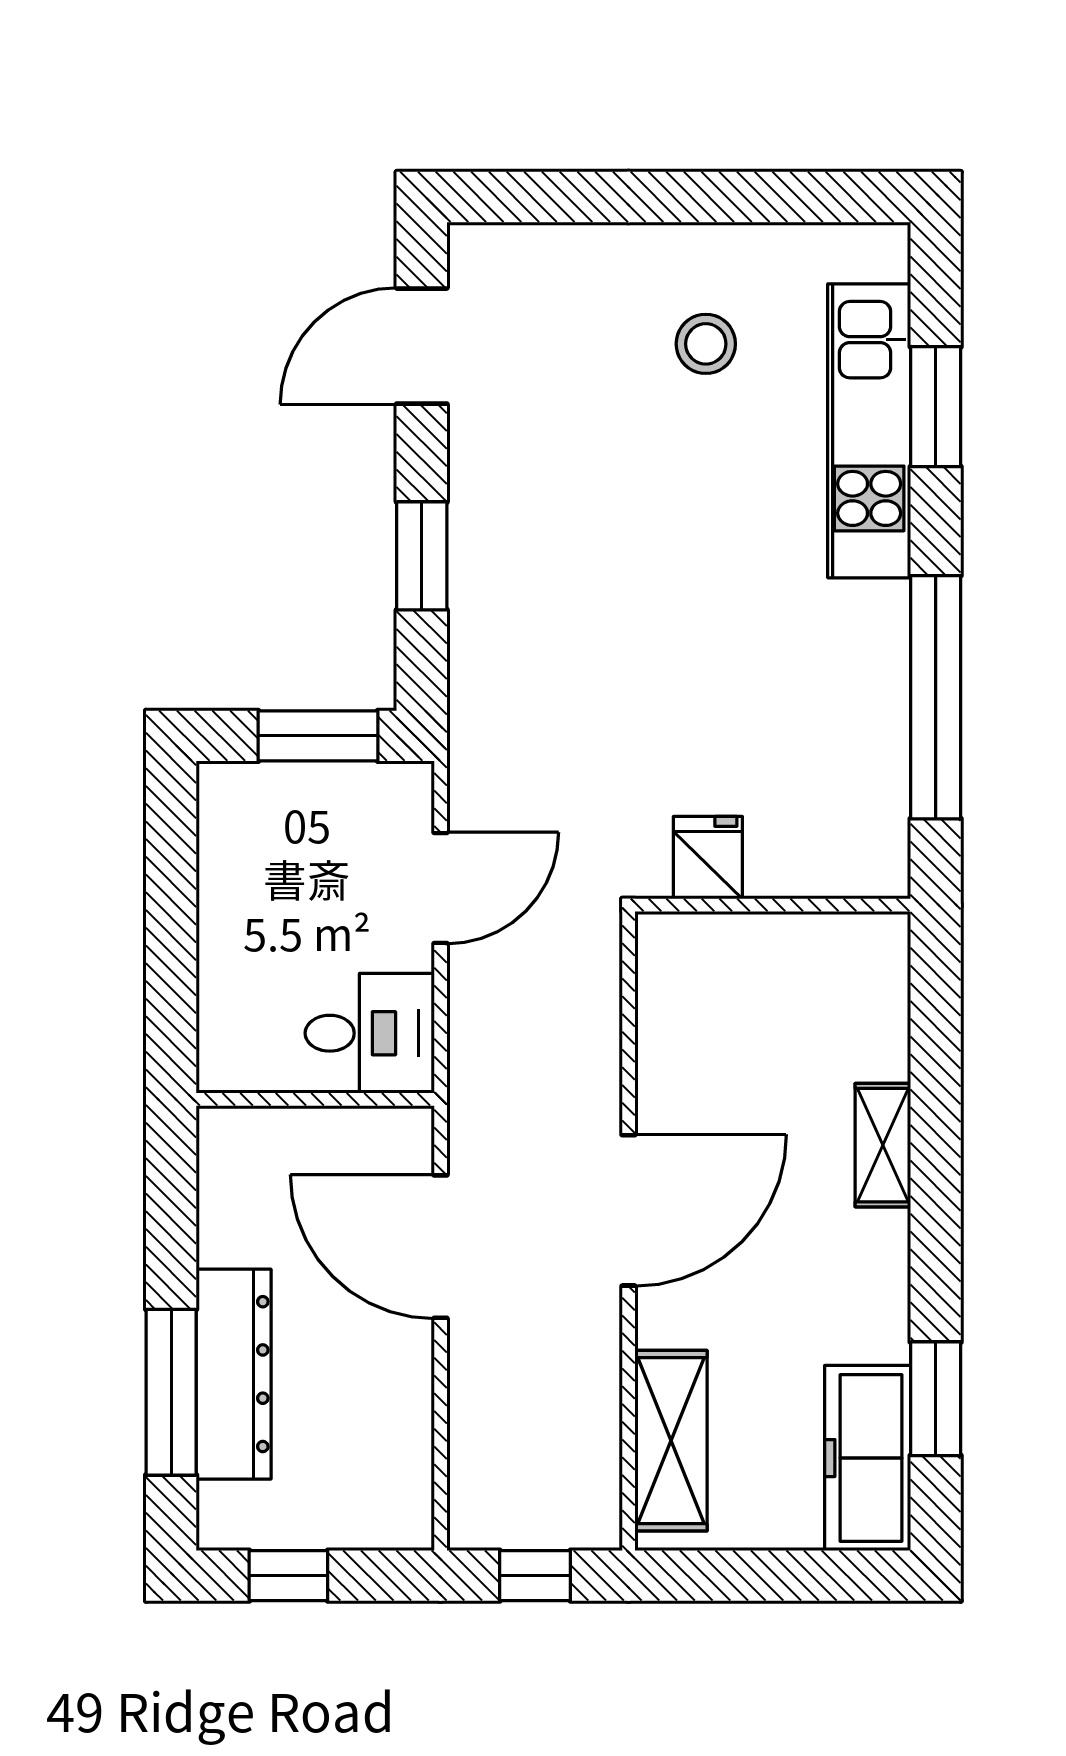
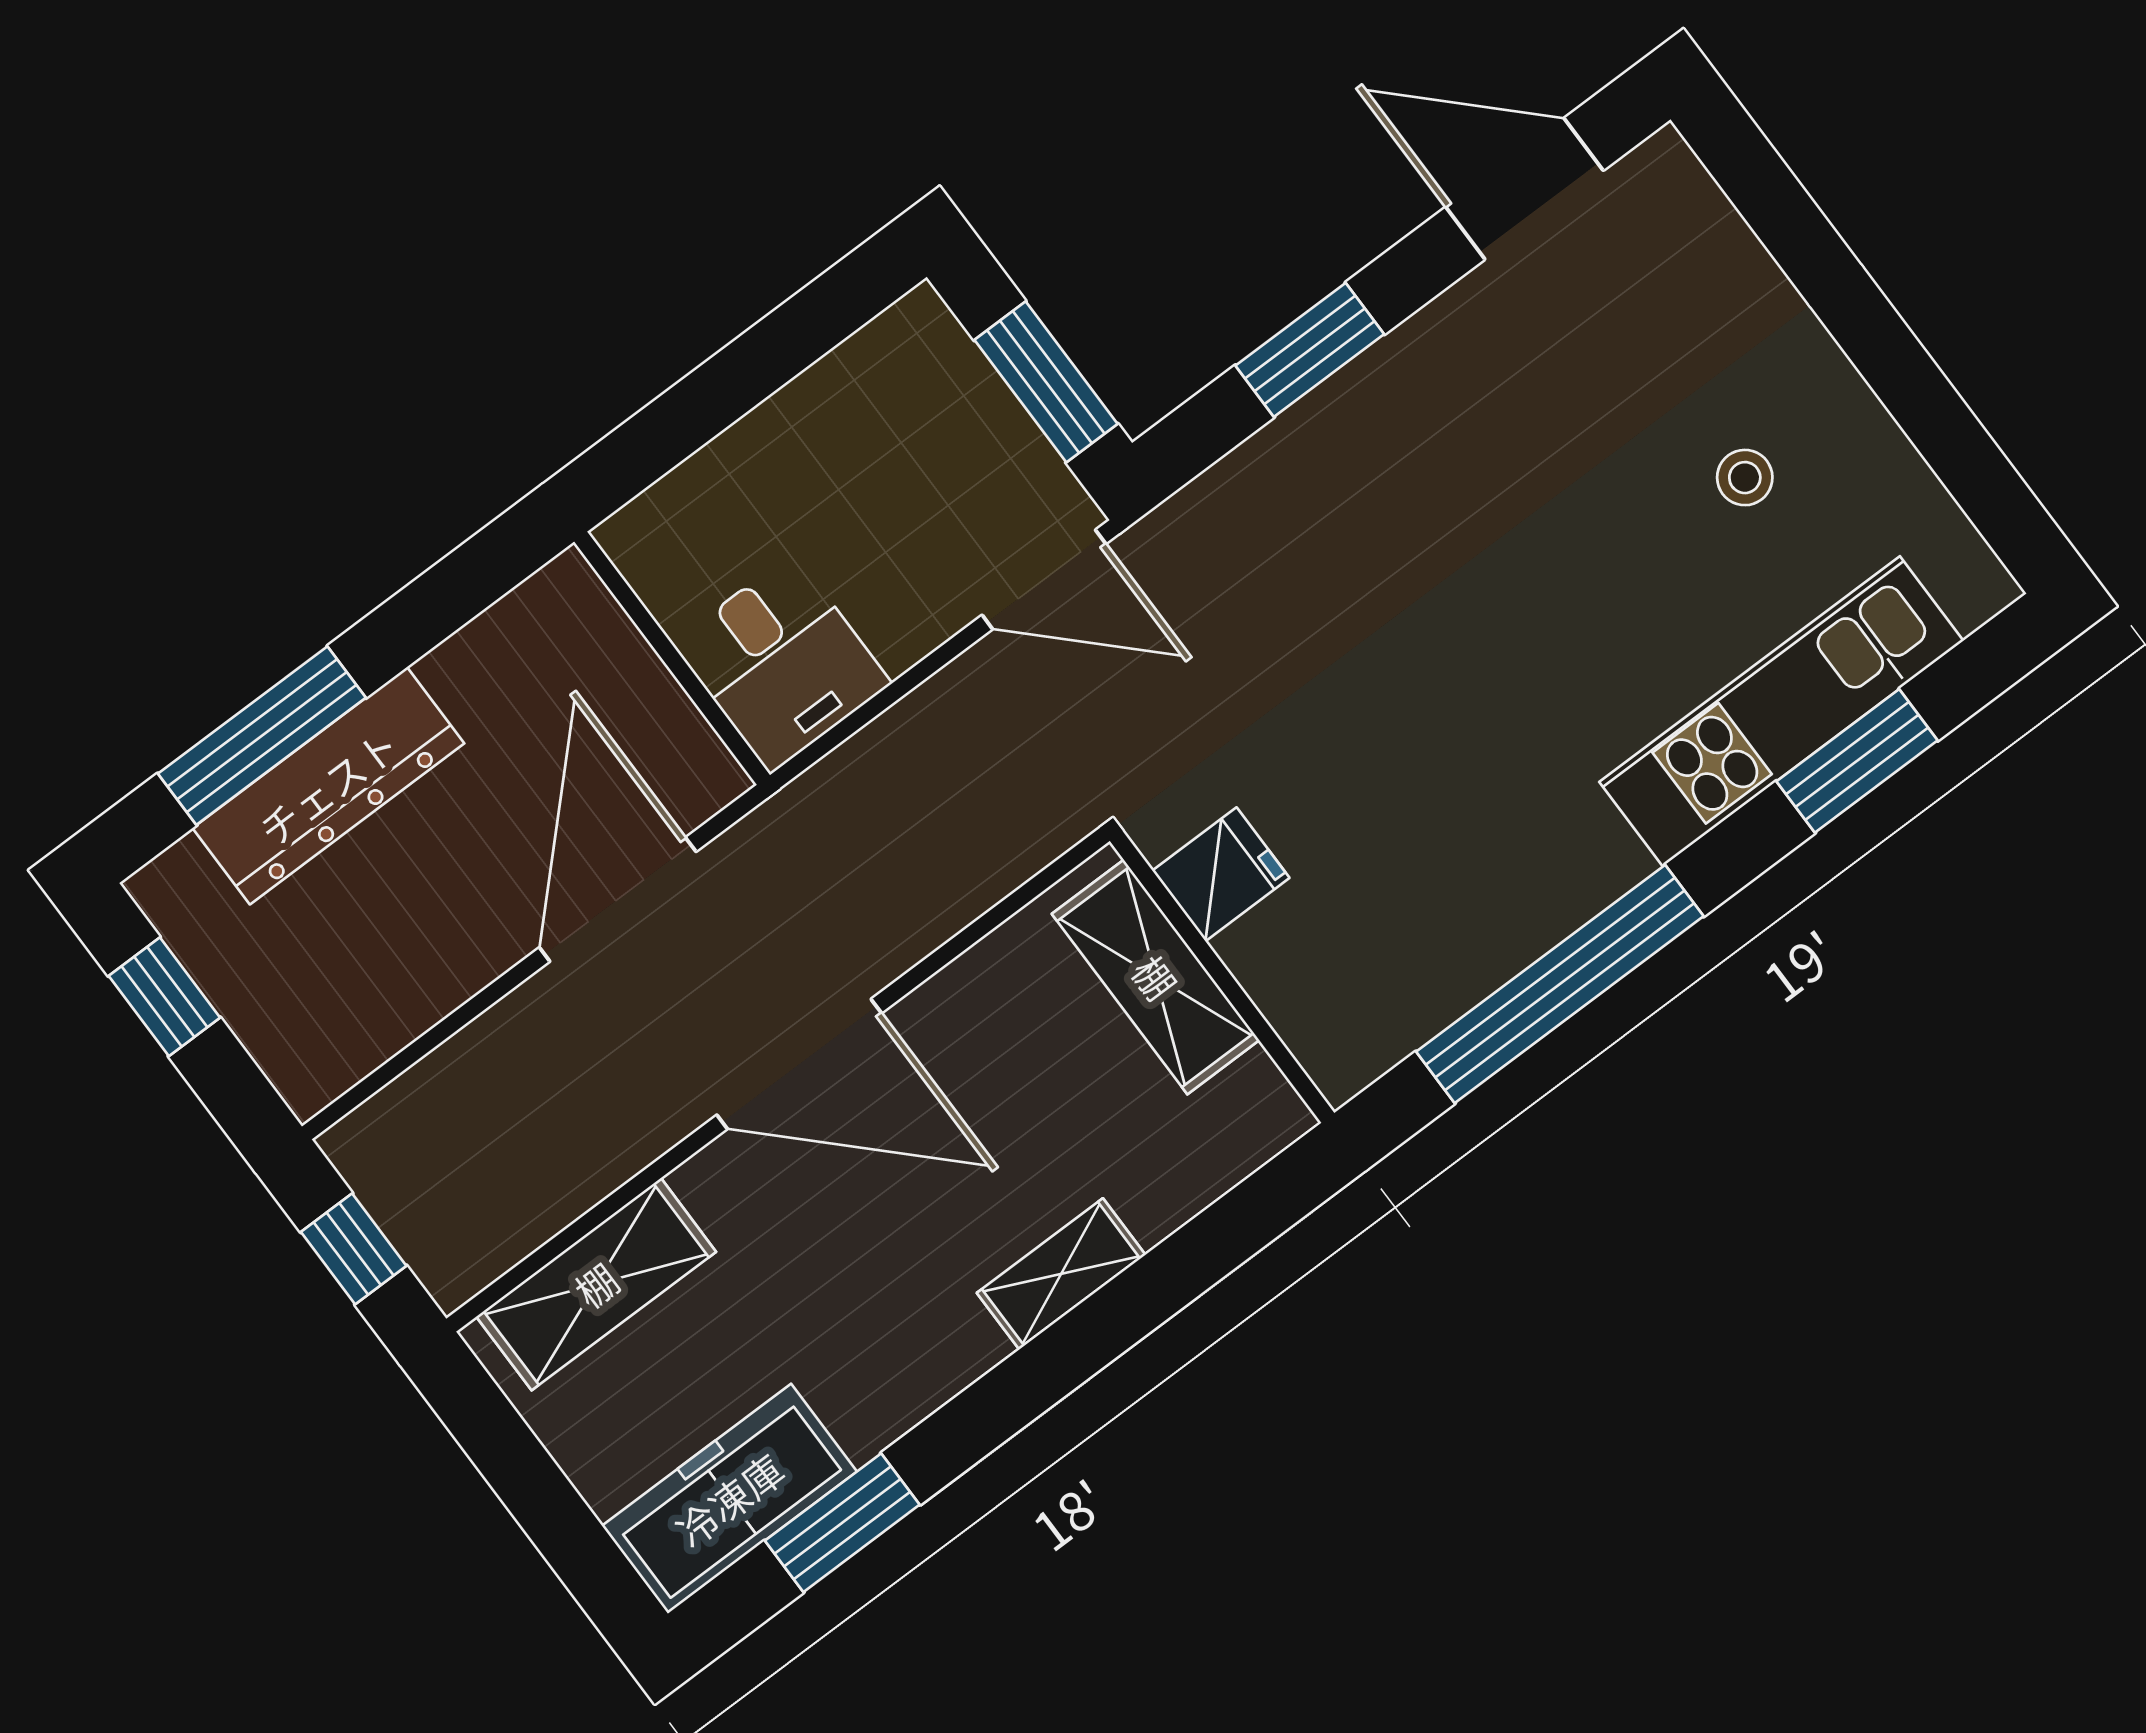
stool: (706, 344) -> (1745, 478), width x0.73, depth x0.73
door: (441, 888) -> (1044, 579), moved
shelving: (742, 947) -> (1156, 977), added

